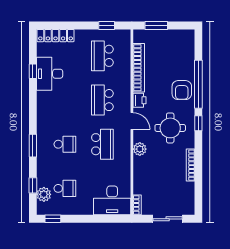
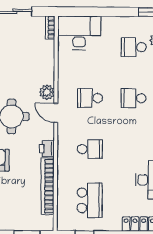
school desk: (102, 100) -> (90, 149), width x0.54
door: (132, 121) -> (56, 113), moved
school desk: (102, 144) -> (90, 98), width x0.54

